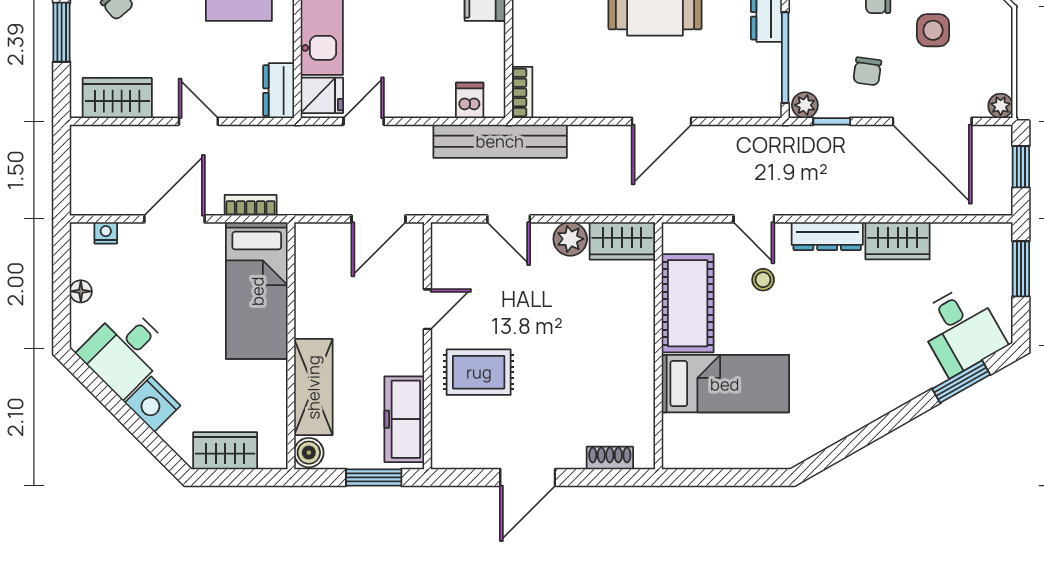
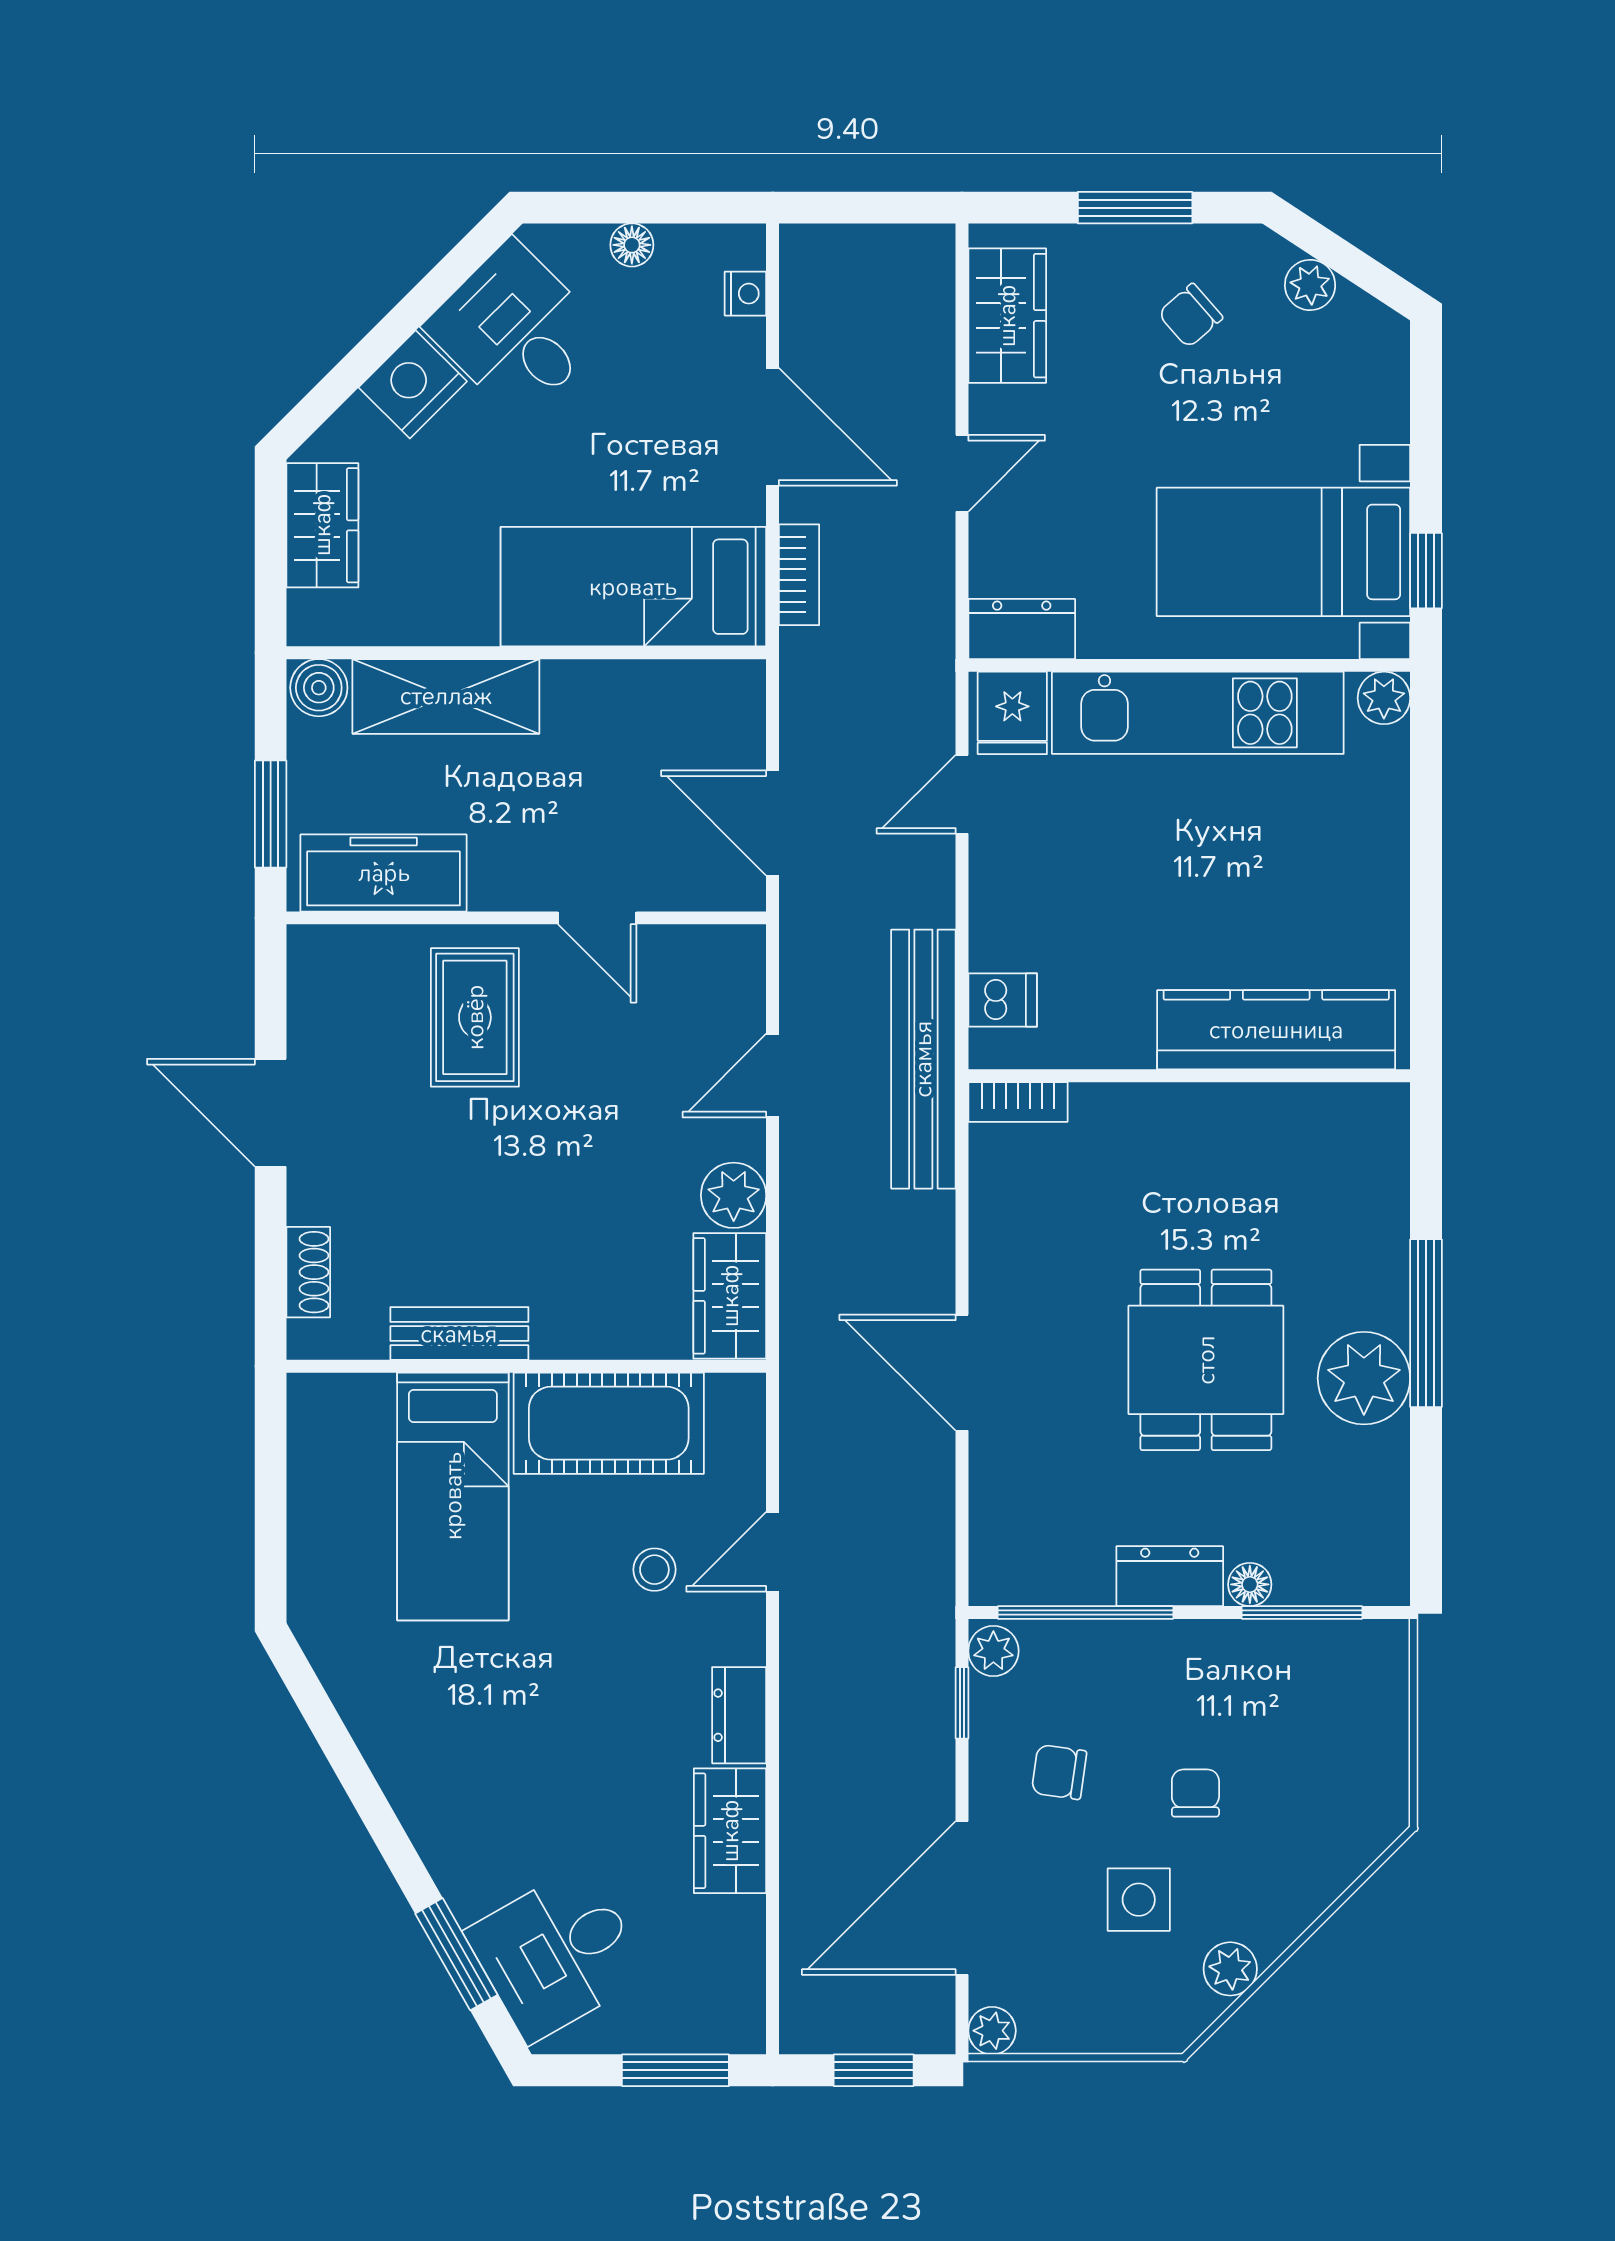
door: (364, 121) -> (962, 794), swing flipped
dresser: (827, 236) -> (739, 1715), width x0.70
bench: (641, 380) -> (459, 1334), added

